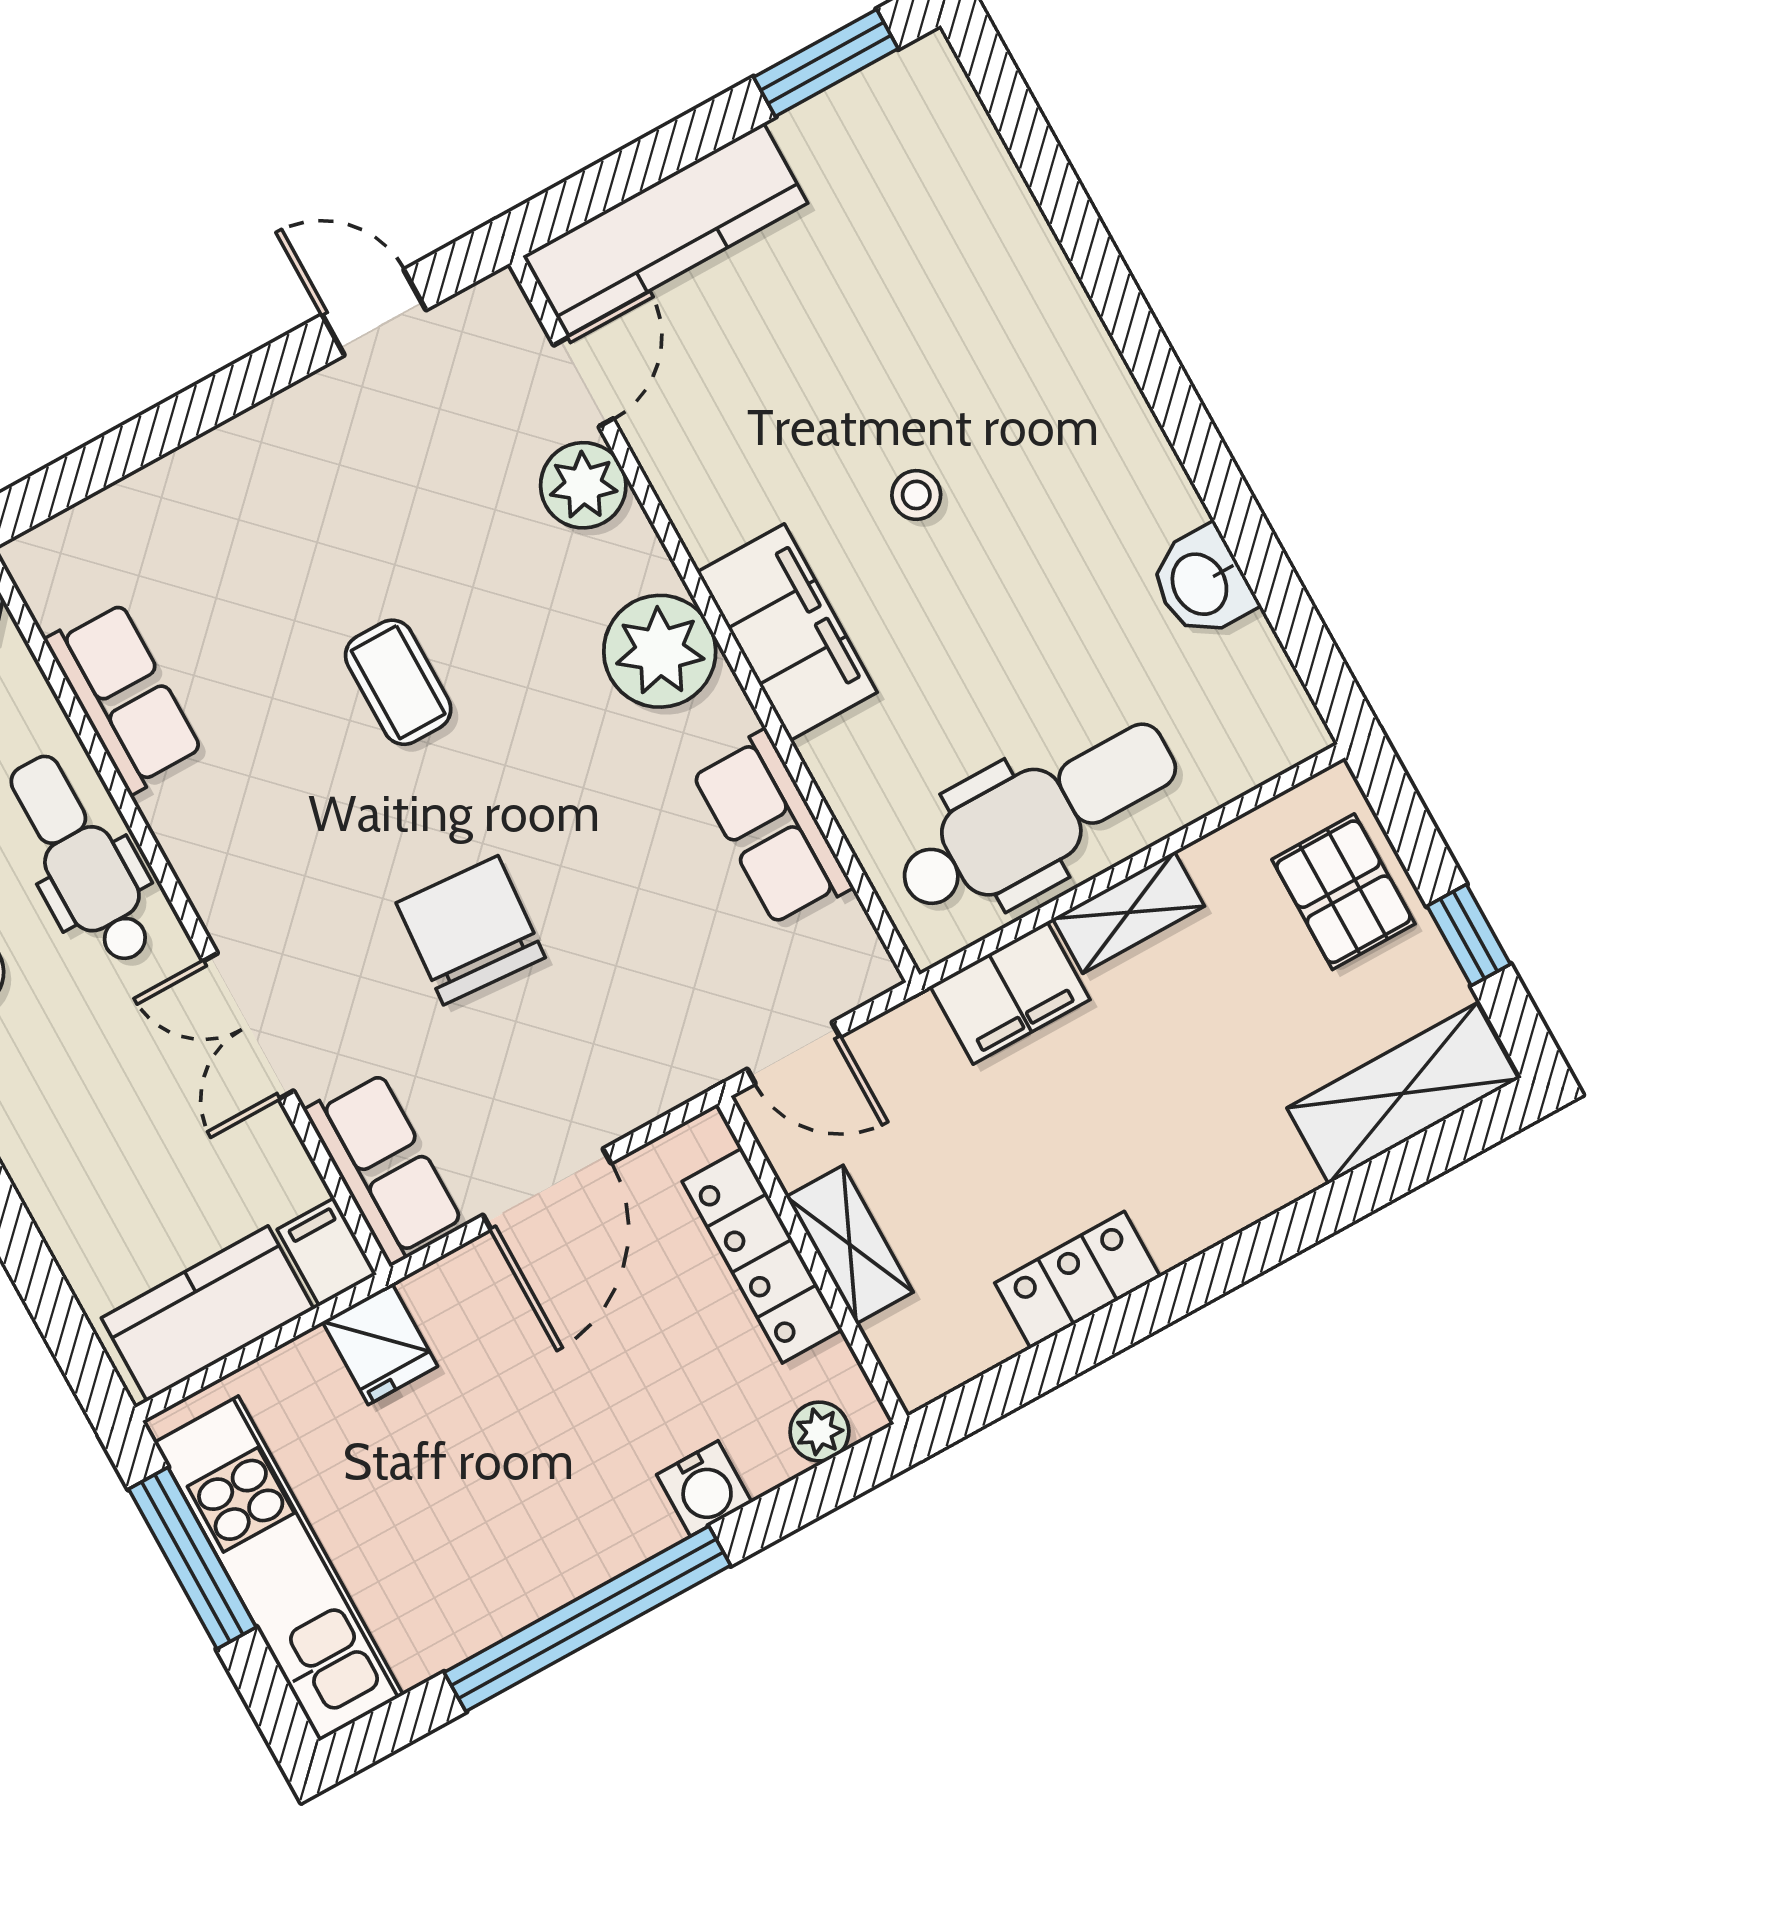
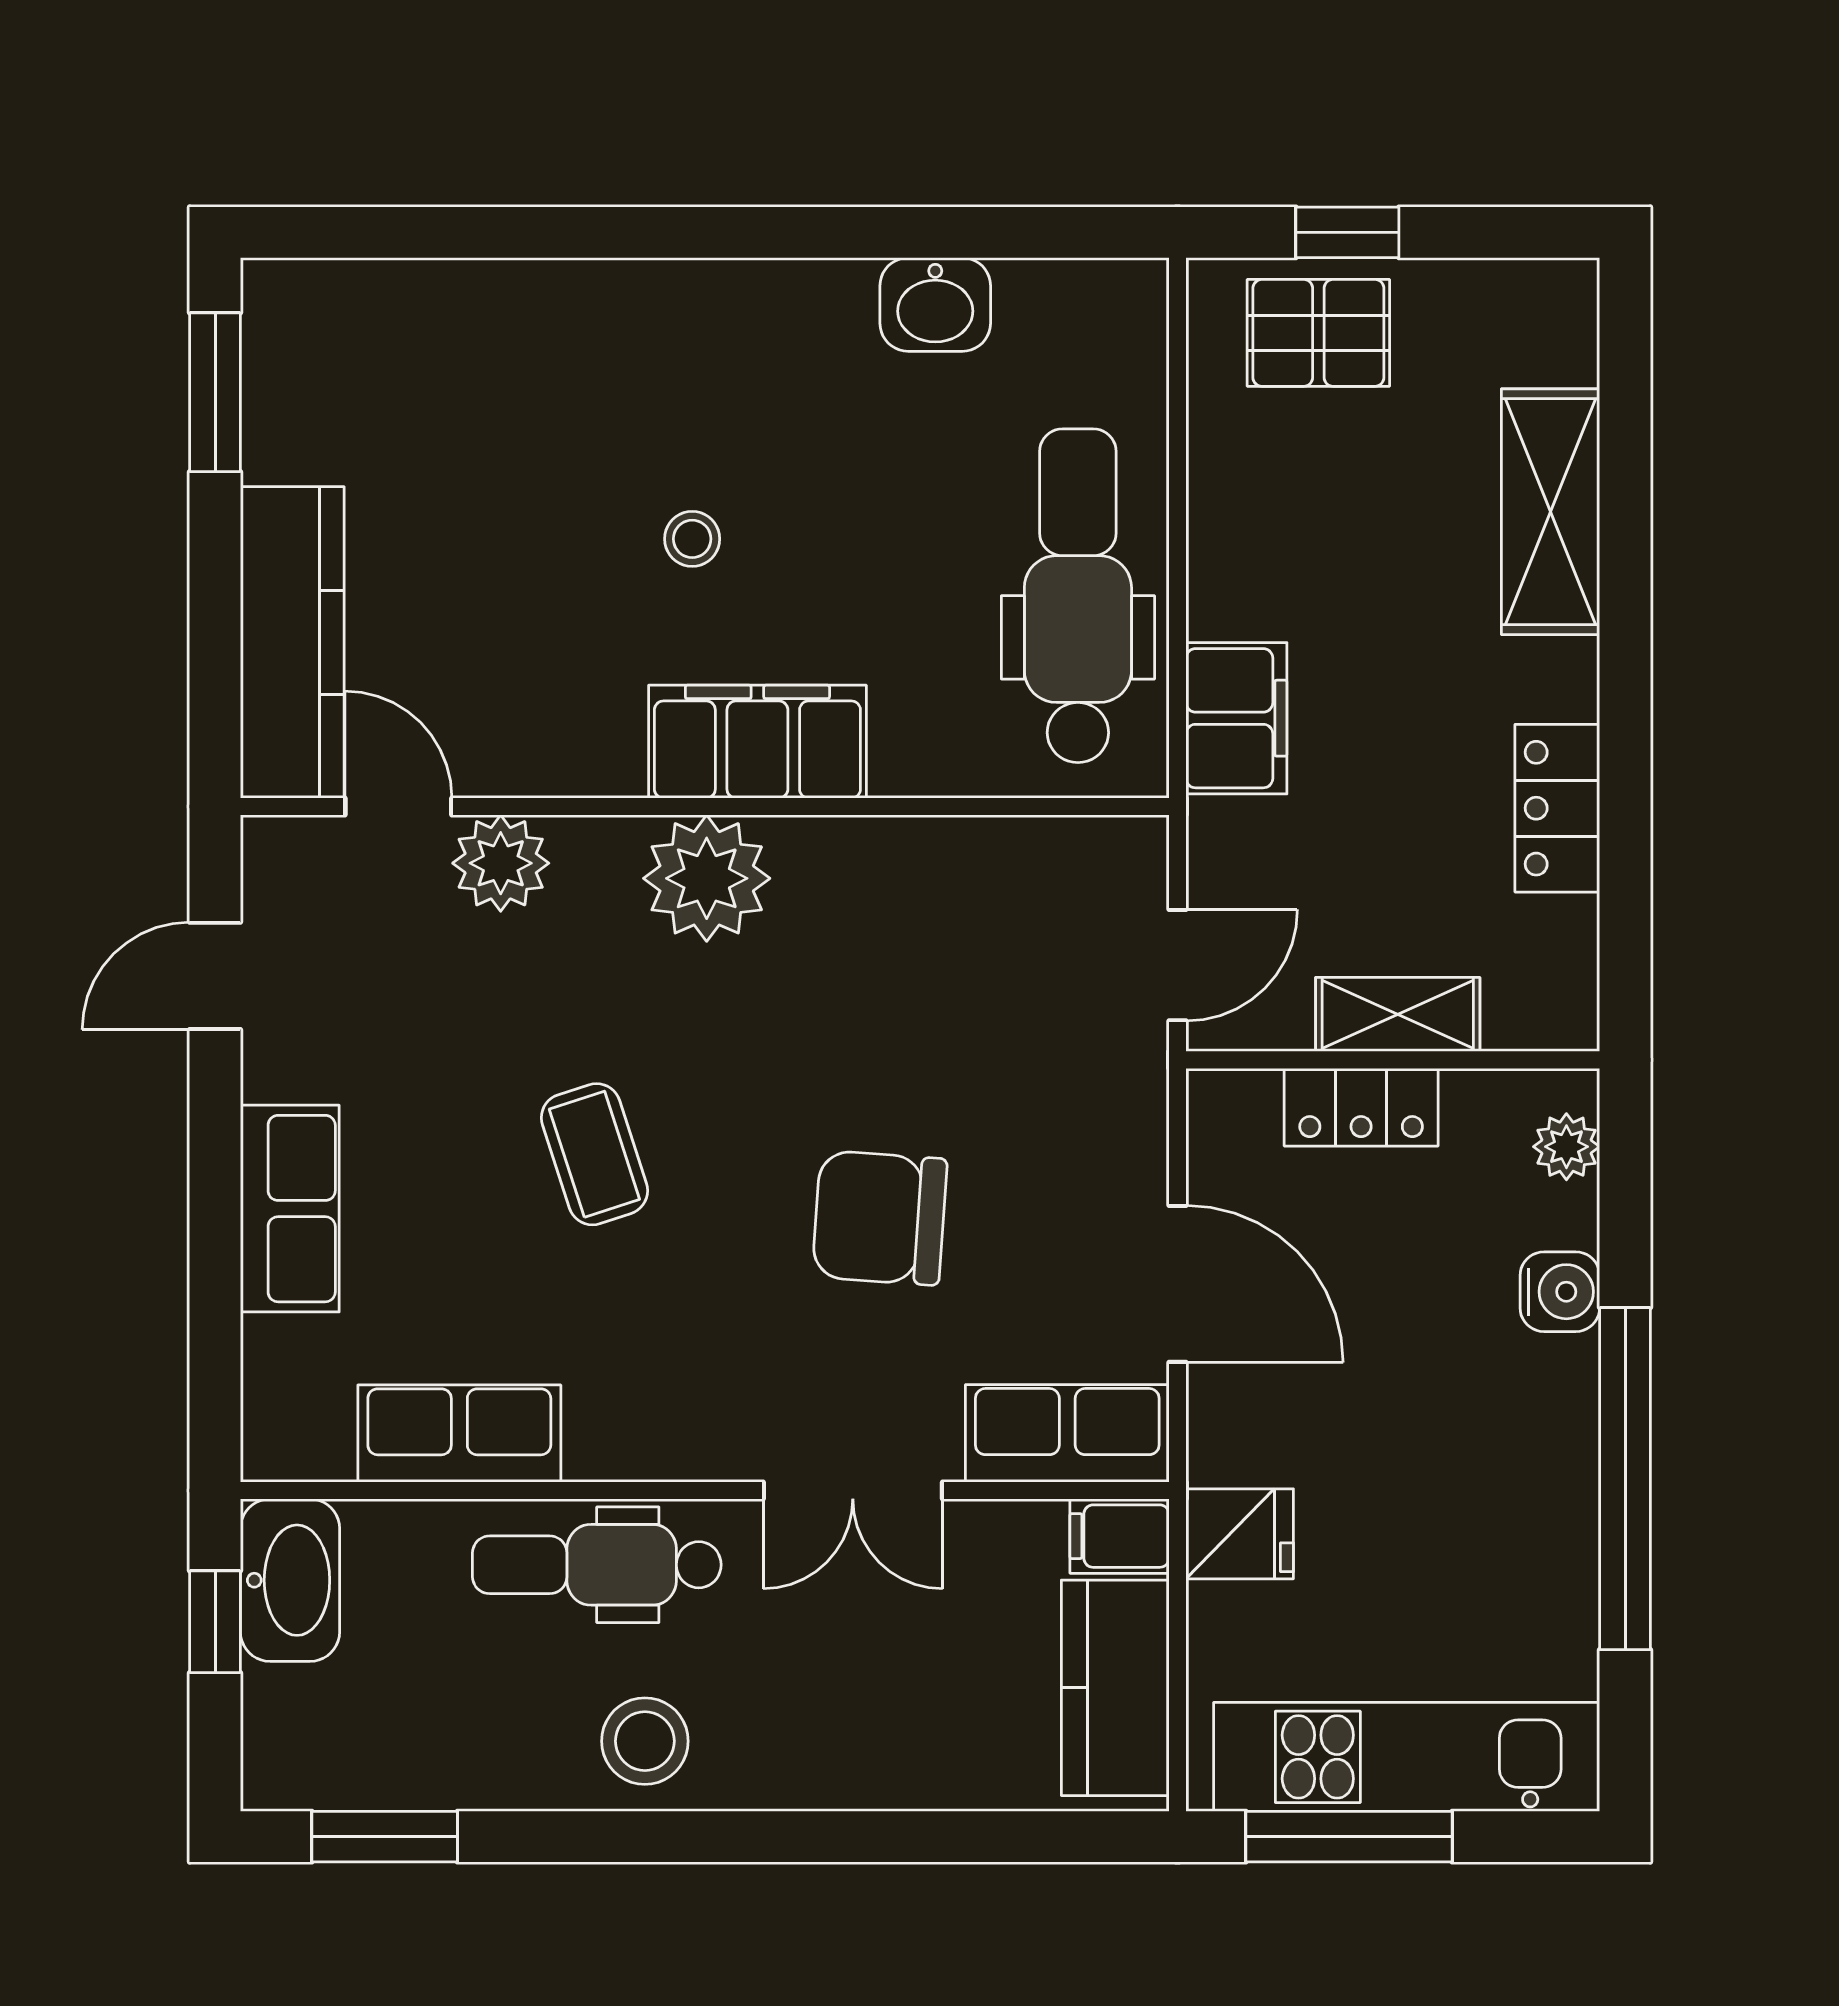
coffee table: (398, 682) -> (594, 1154), turned 72
row of seats: (772, 829) -> (290, 1209), moved, turned -90
shelving: (1129, 912) -> (1221, 557), removed
window: (1469, 935) -> (1347, 232), moved
shelving: (1403, 1093) -> (1551, 512), moved
locker: (762, 1256) -> (1361, 1107), width x0.66

